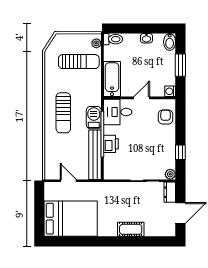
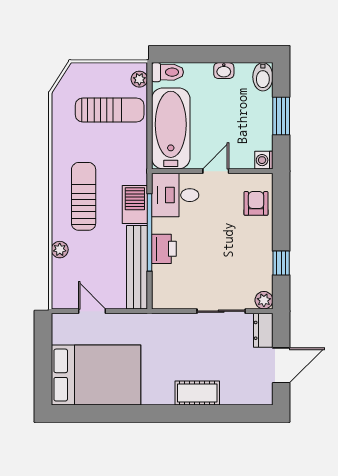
bathtub: (112, 79) -> (171, 128), width x1.36, depth x1.36
sun lounger: (63, 113) -> (84, 196), turned 180
plant: (49, 144) -> (60, 250), added

